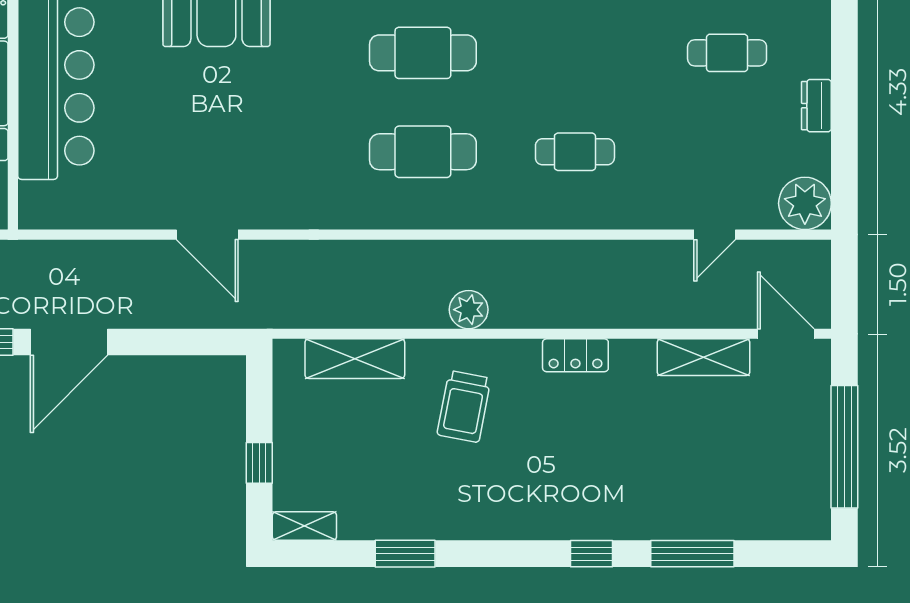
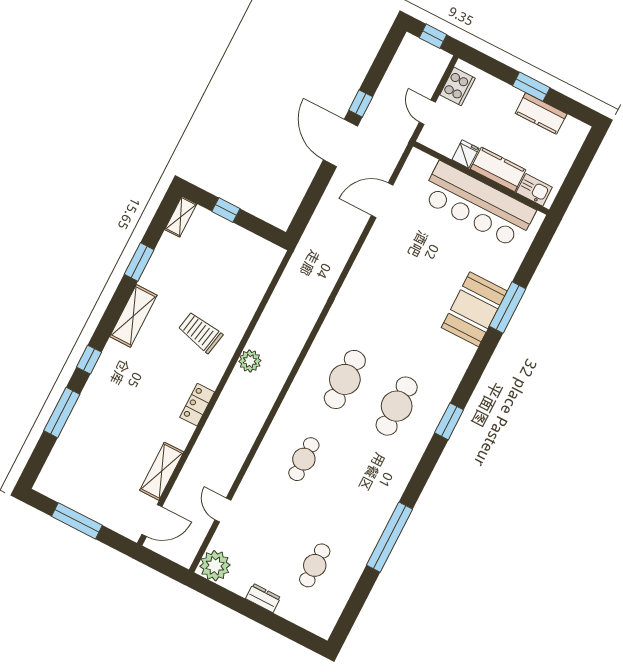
door: (207, 235) -> (382, 200), moved
shelving: (355, 359) -> (133, 316), moved
window: (844, 447) -> (77, 521), width x0.68

